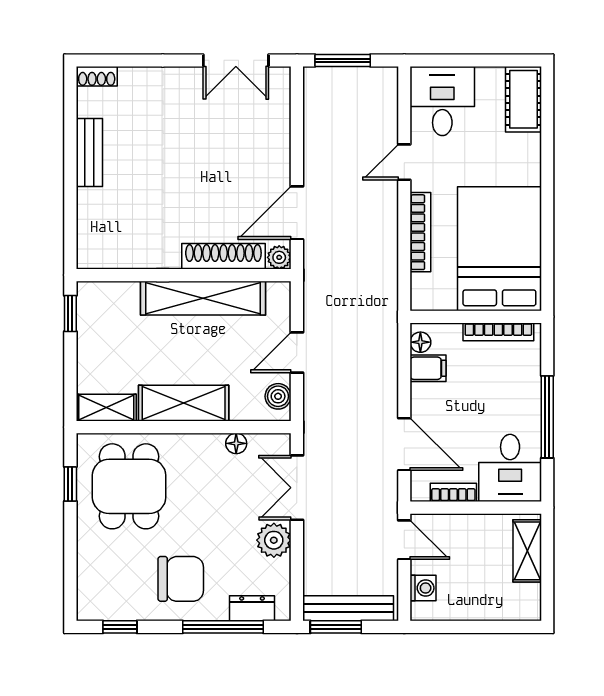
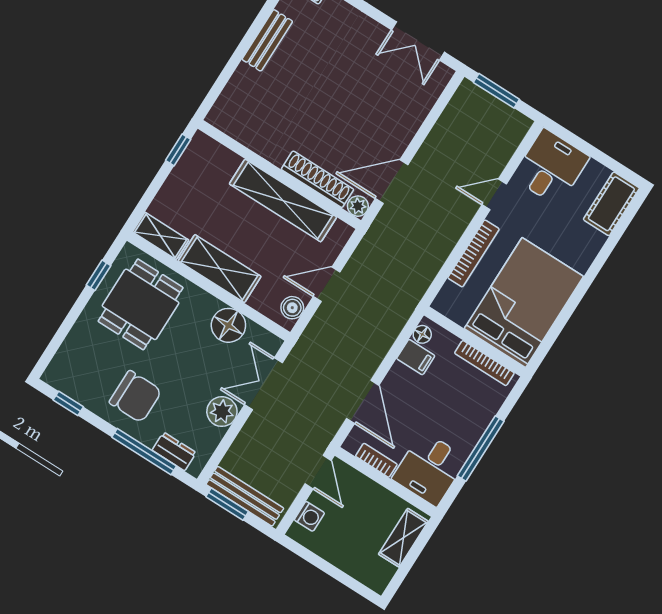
floor lamp: (236, 443) -> (228, 325), width x1.89, depth x1.89

